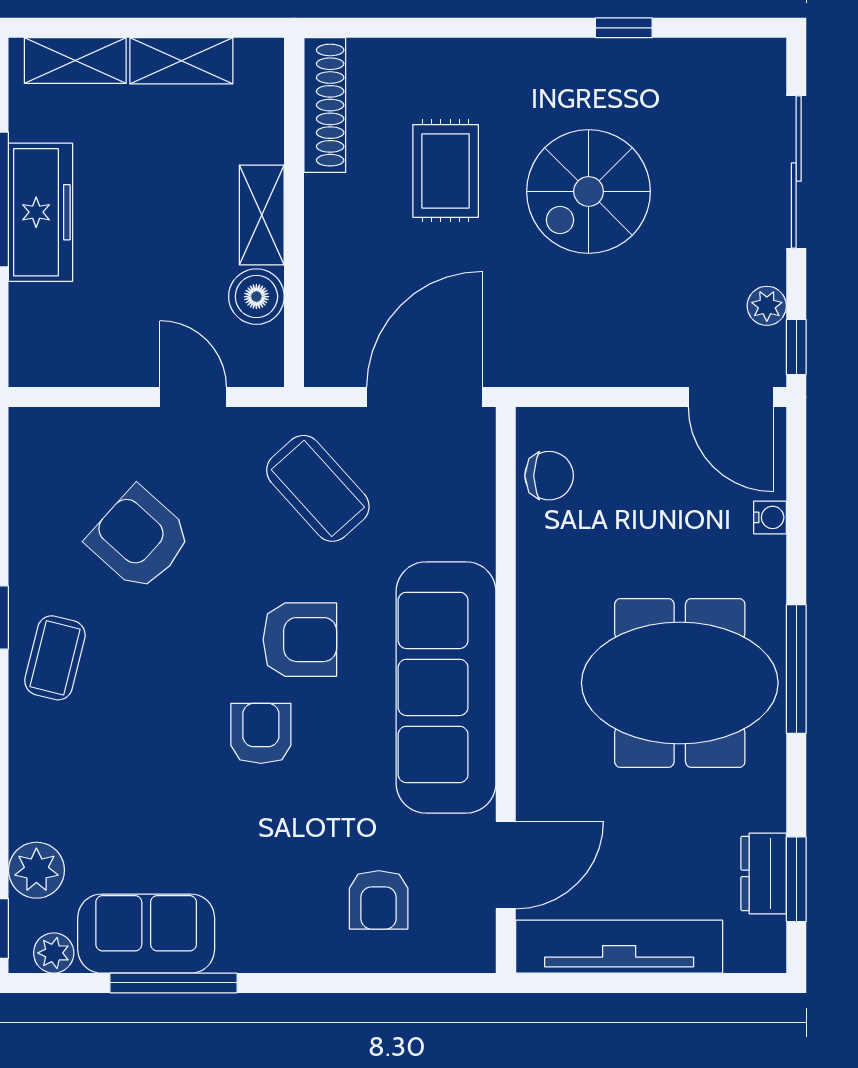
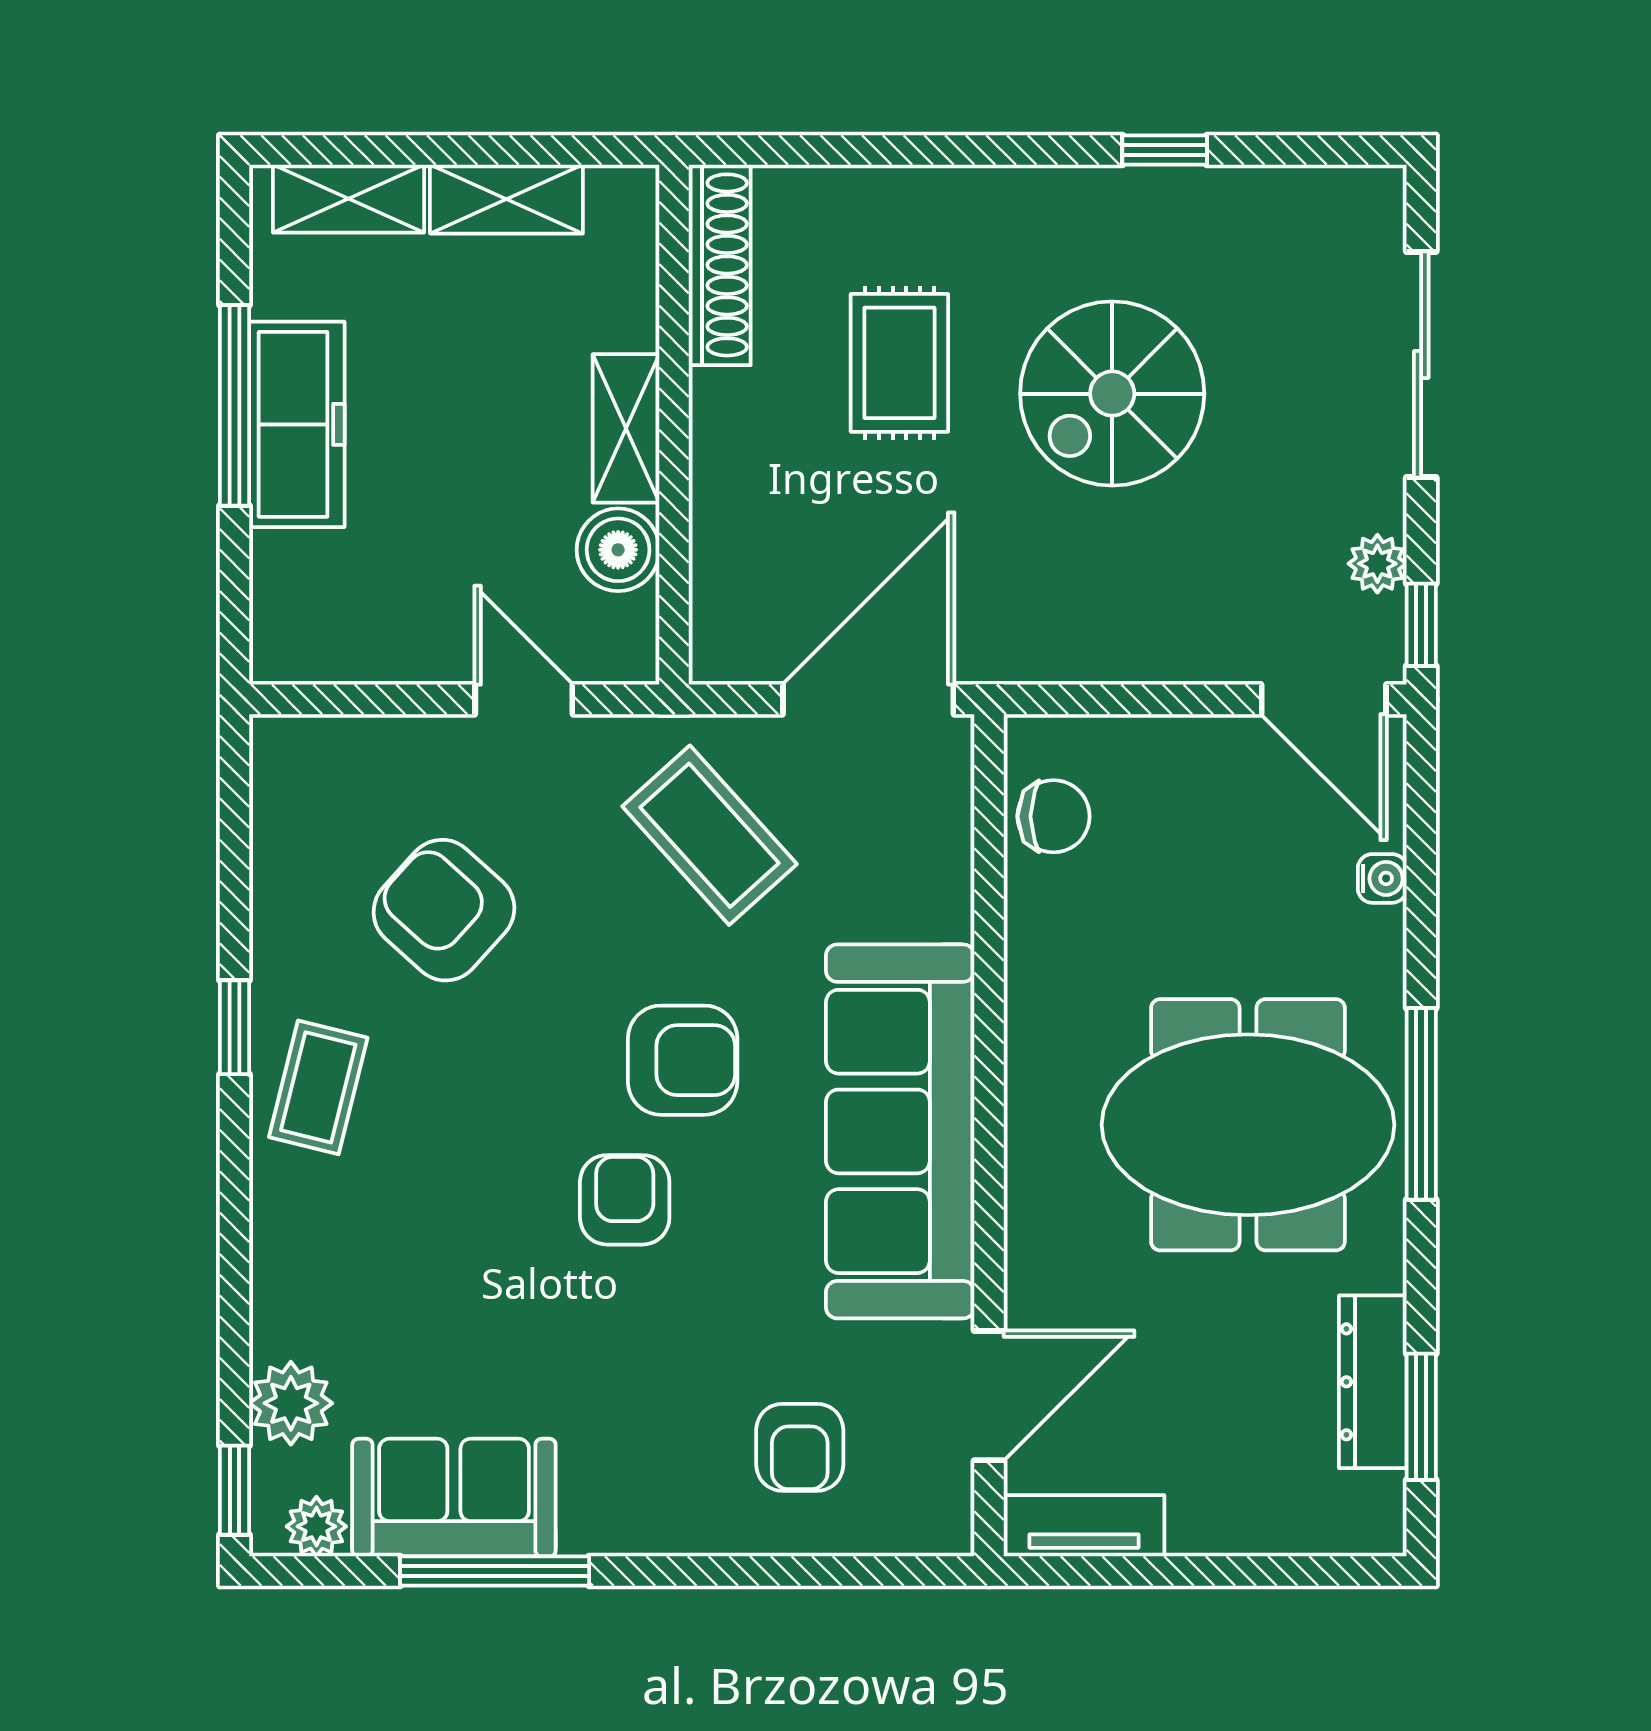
dresser: (764, 873) -> (1373, 1382), width x1.44
tv unit: (619, 947) -> (1084, 1526), width x0.52, depth x0.78

